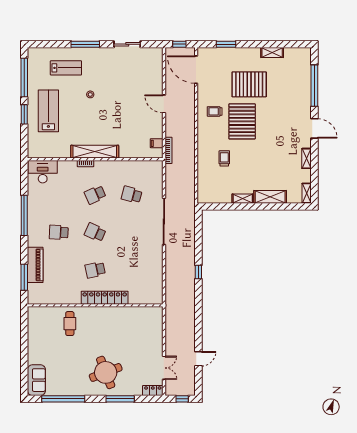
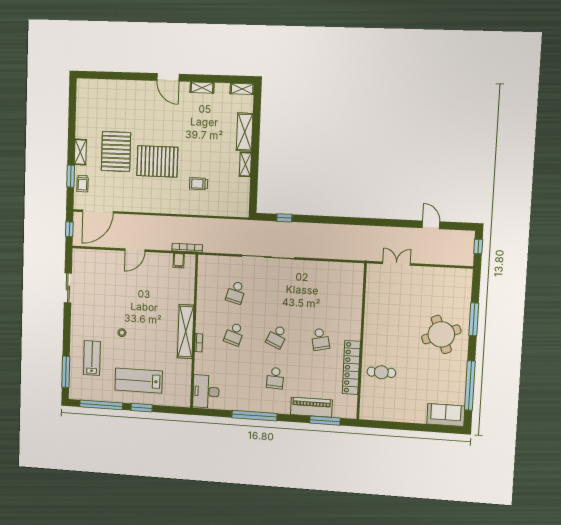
window: (85, 44) -> (66, 372), moved
shelving: (272, 53) -> (80, 152), moved
window: (314, 86) -> (120, 76), removed
trolley: (215, 111) -> (82, 184), moved
door: (314, 128) -> (168, 77), swing flipped
school desk: (95, 195) -> (234, 334), turned 42
window: (198, 272) -> (284, 218), moved
locker: (105, 298) -> (351, 368), moved
double door: (164, 368) -> (397, 264), moved
locker: (153, 391) -> (466, 280), removed

